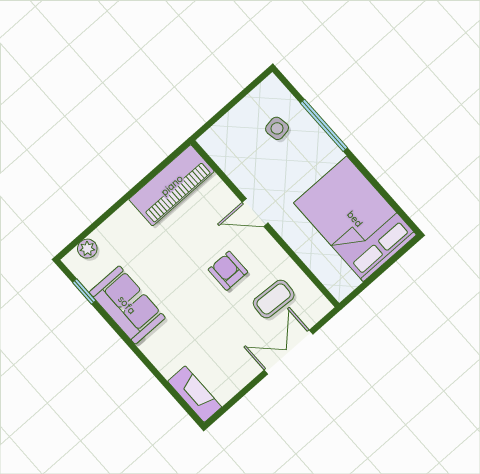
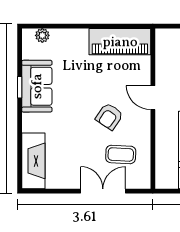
armchair: (228, 271) -> (109, 117), turned -146
window: (84, 291) -> (20, 87), moved
fireplace: (195, 394) -> (33, 161), width x1.37, depth x1.32

